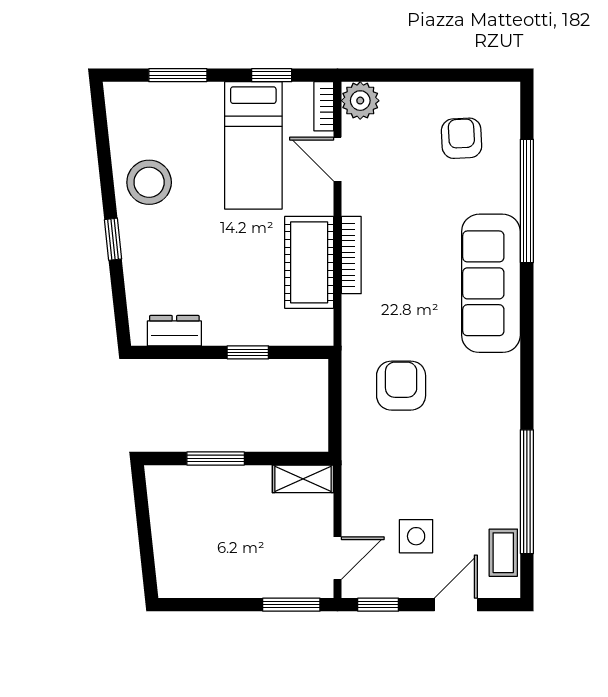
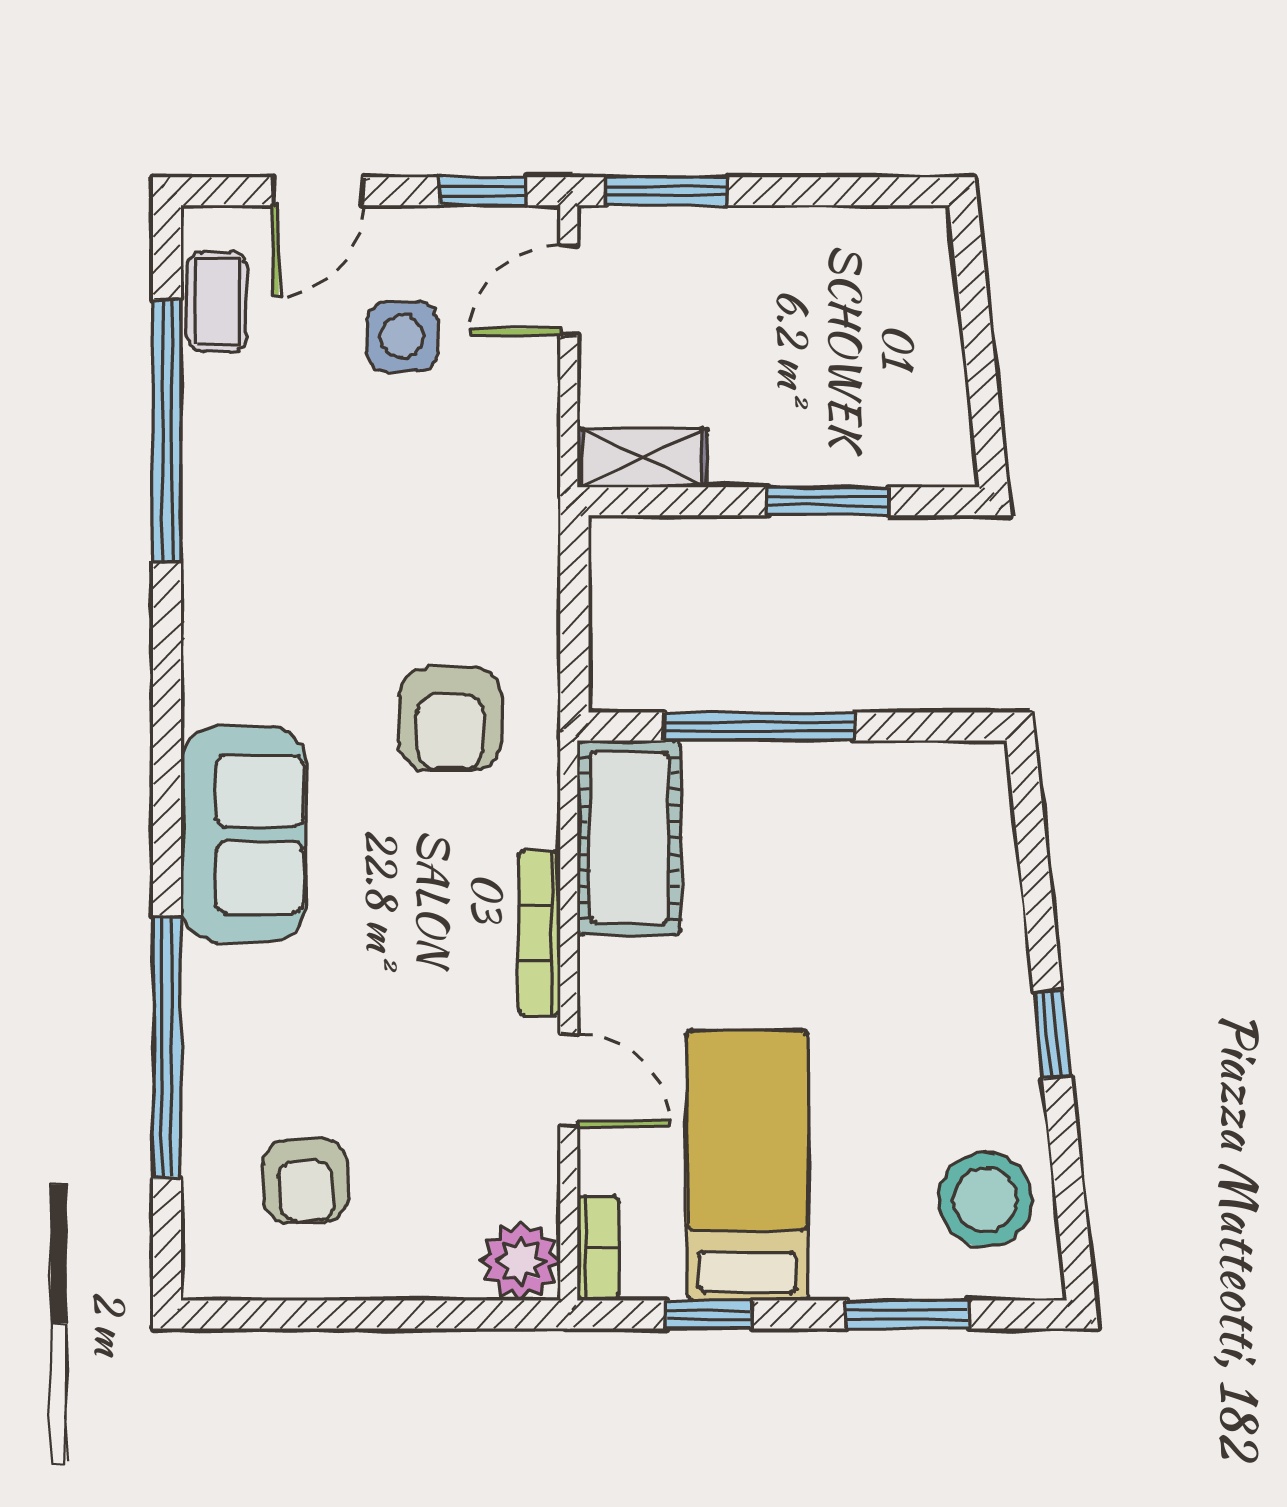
door: (338, 159) -> (569, 1080), moved
stool: (149, 182) -> (985, 1200), moved
window: (113, 239) -> (1052, 1034), moved
cot: (309, 262) -> (629, 838), moved
sofa: (491, 283) -> (243, 834), width x0.73
dresser: (174, 331) -> (915, 773), removed
window: (248, 352) -> (759, 726), width x2.17
armchair: (401, 386) -> (450, 719), moved

